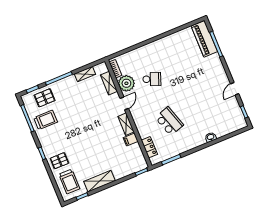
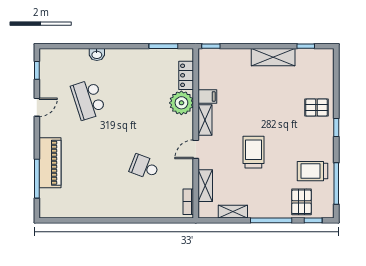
piano: (204, 39) -> (50, 163), moved
plant: (126, 83) -> (181, 103), moved
pallet: (45, 98) -> (301, 202), turned 90
school desk: (169, 121) -> (88, 100), moved
trolley: (69, 181) -> (253, 152), moved

